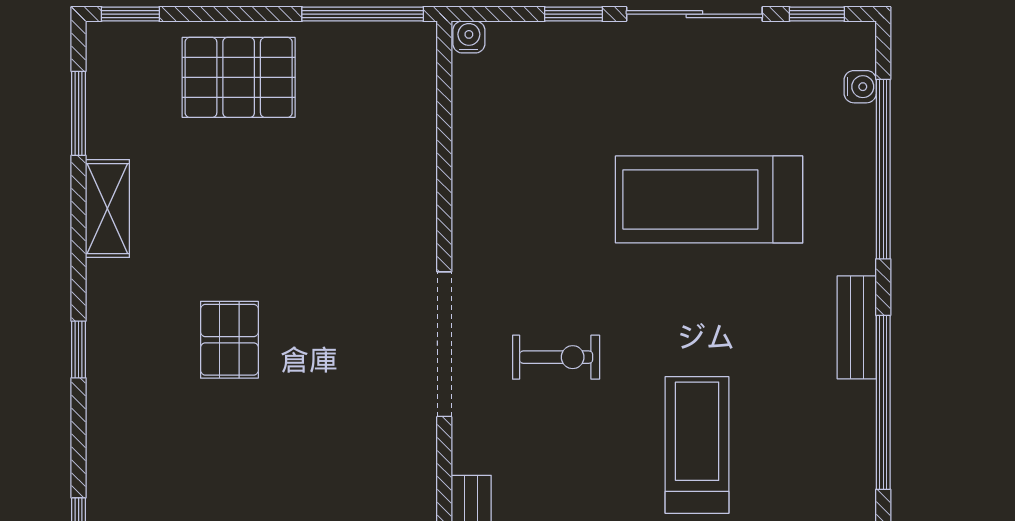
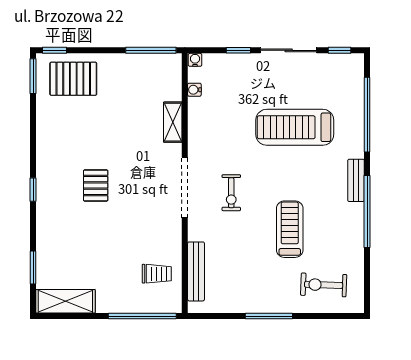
pallet: (239, 77) -> (73, 79), moved
water cooler: (860, 87) -> (194, 90), moved, turned 180
window: (79, 113) -> (33, 76), moved
shelving: (107, 209) -> (173, 122), moved
exercise bike: (556, 357) -> (231, 193), turned 90

